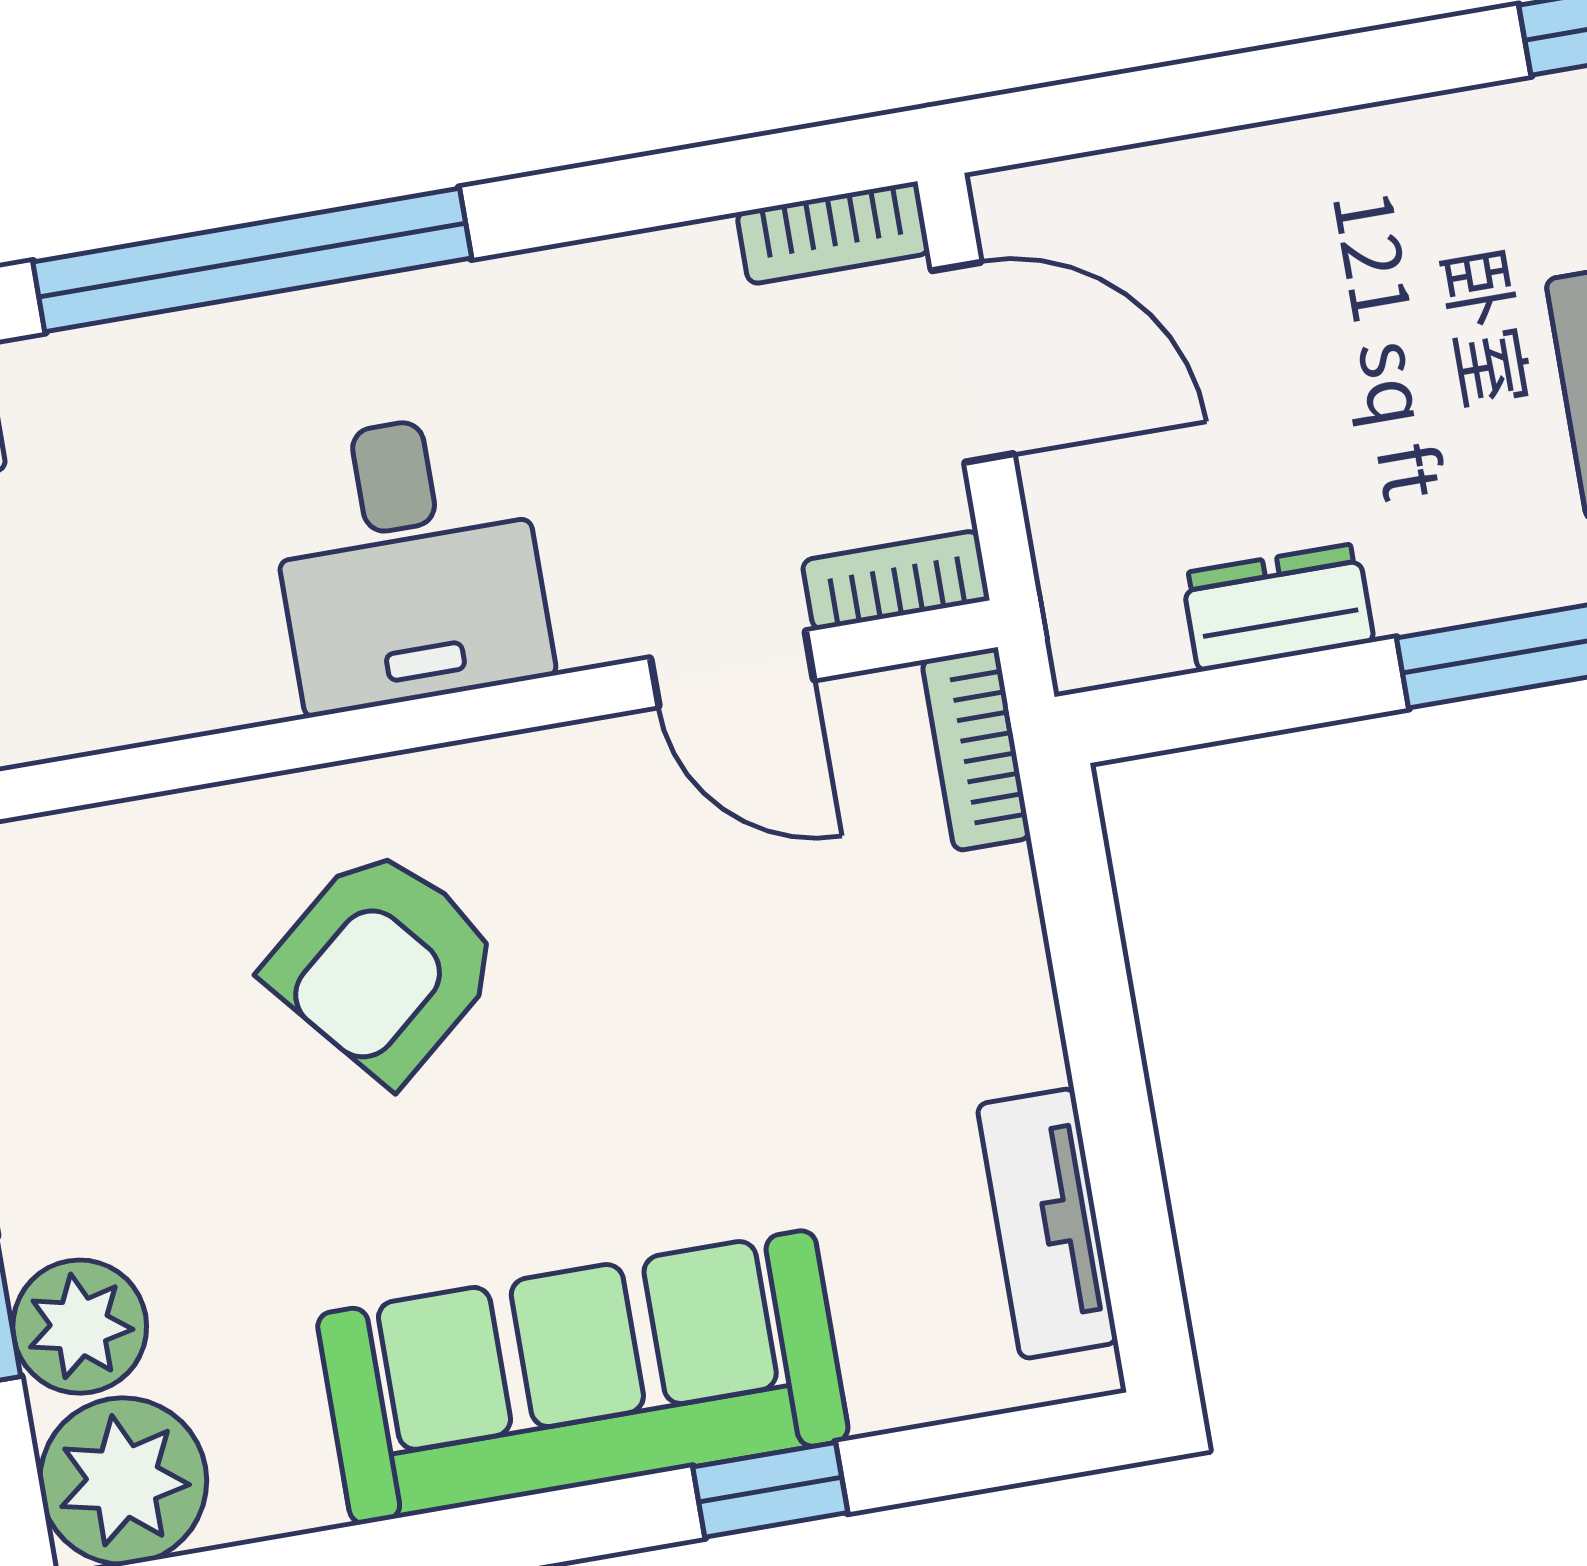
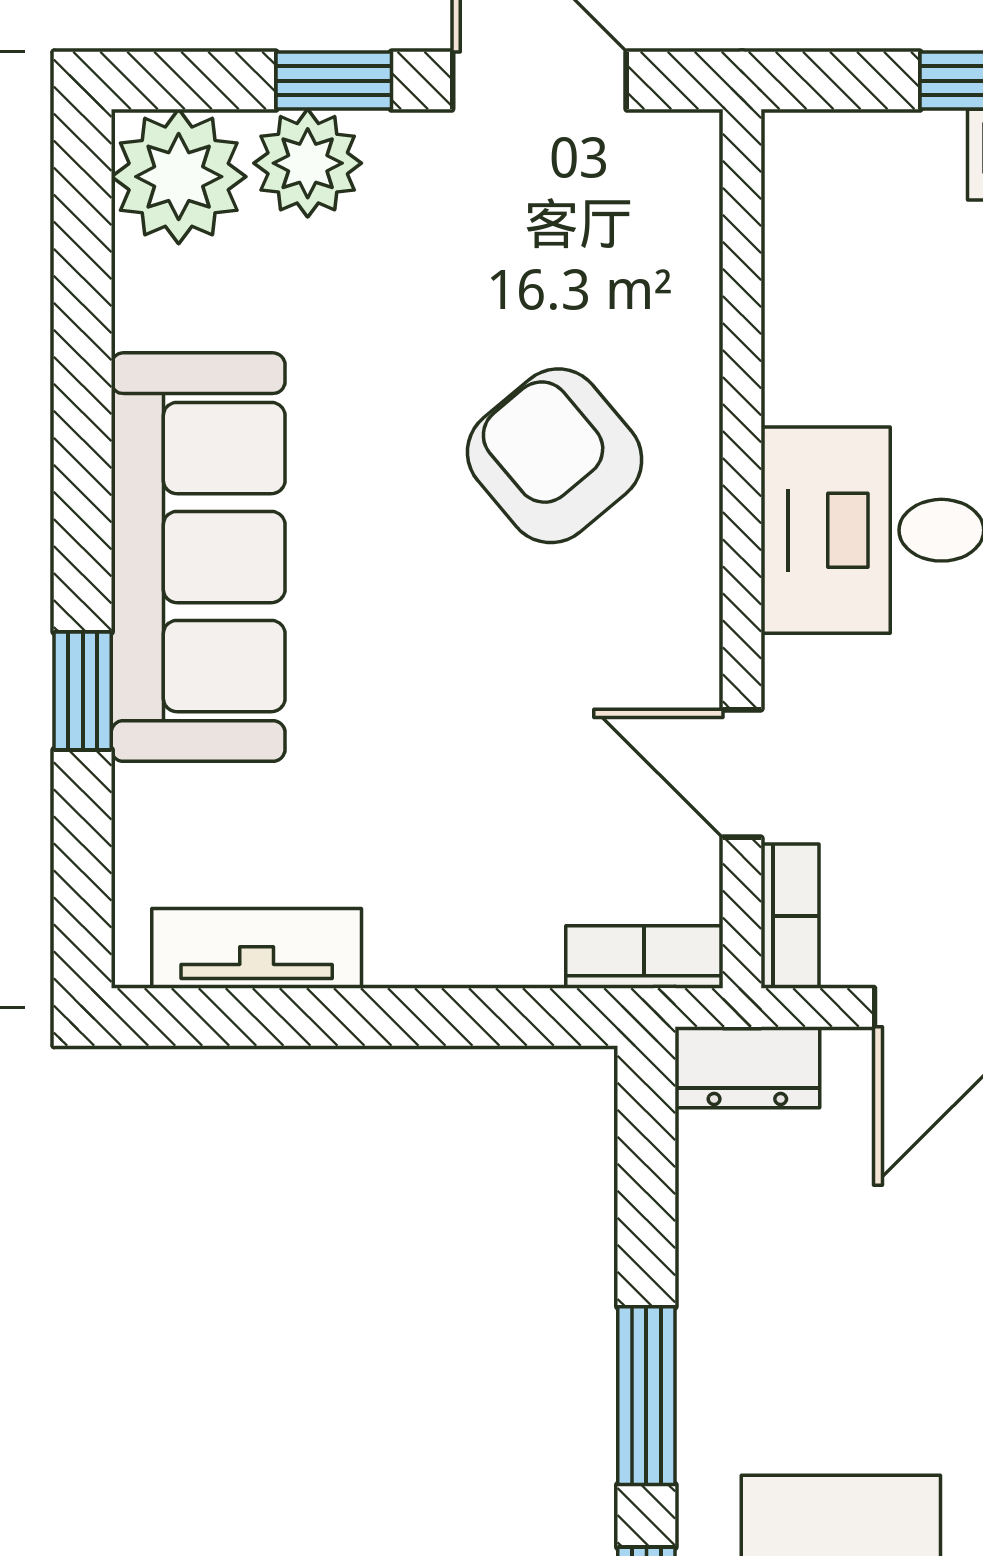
dresser: (1278, 607) -> (747, 1067), moved, turned 90
door: (732, 669) -> (742, 774), hinge flipped

